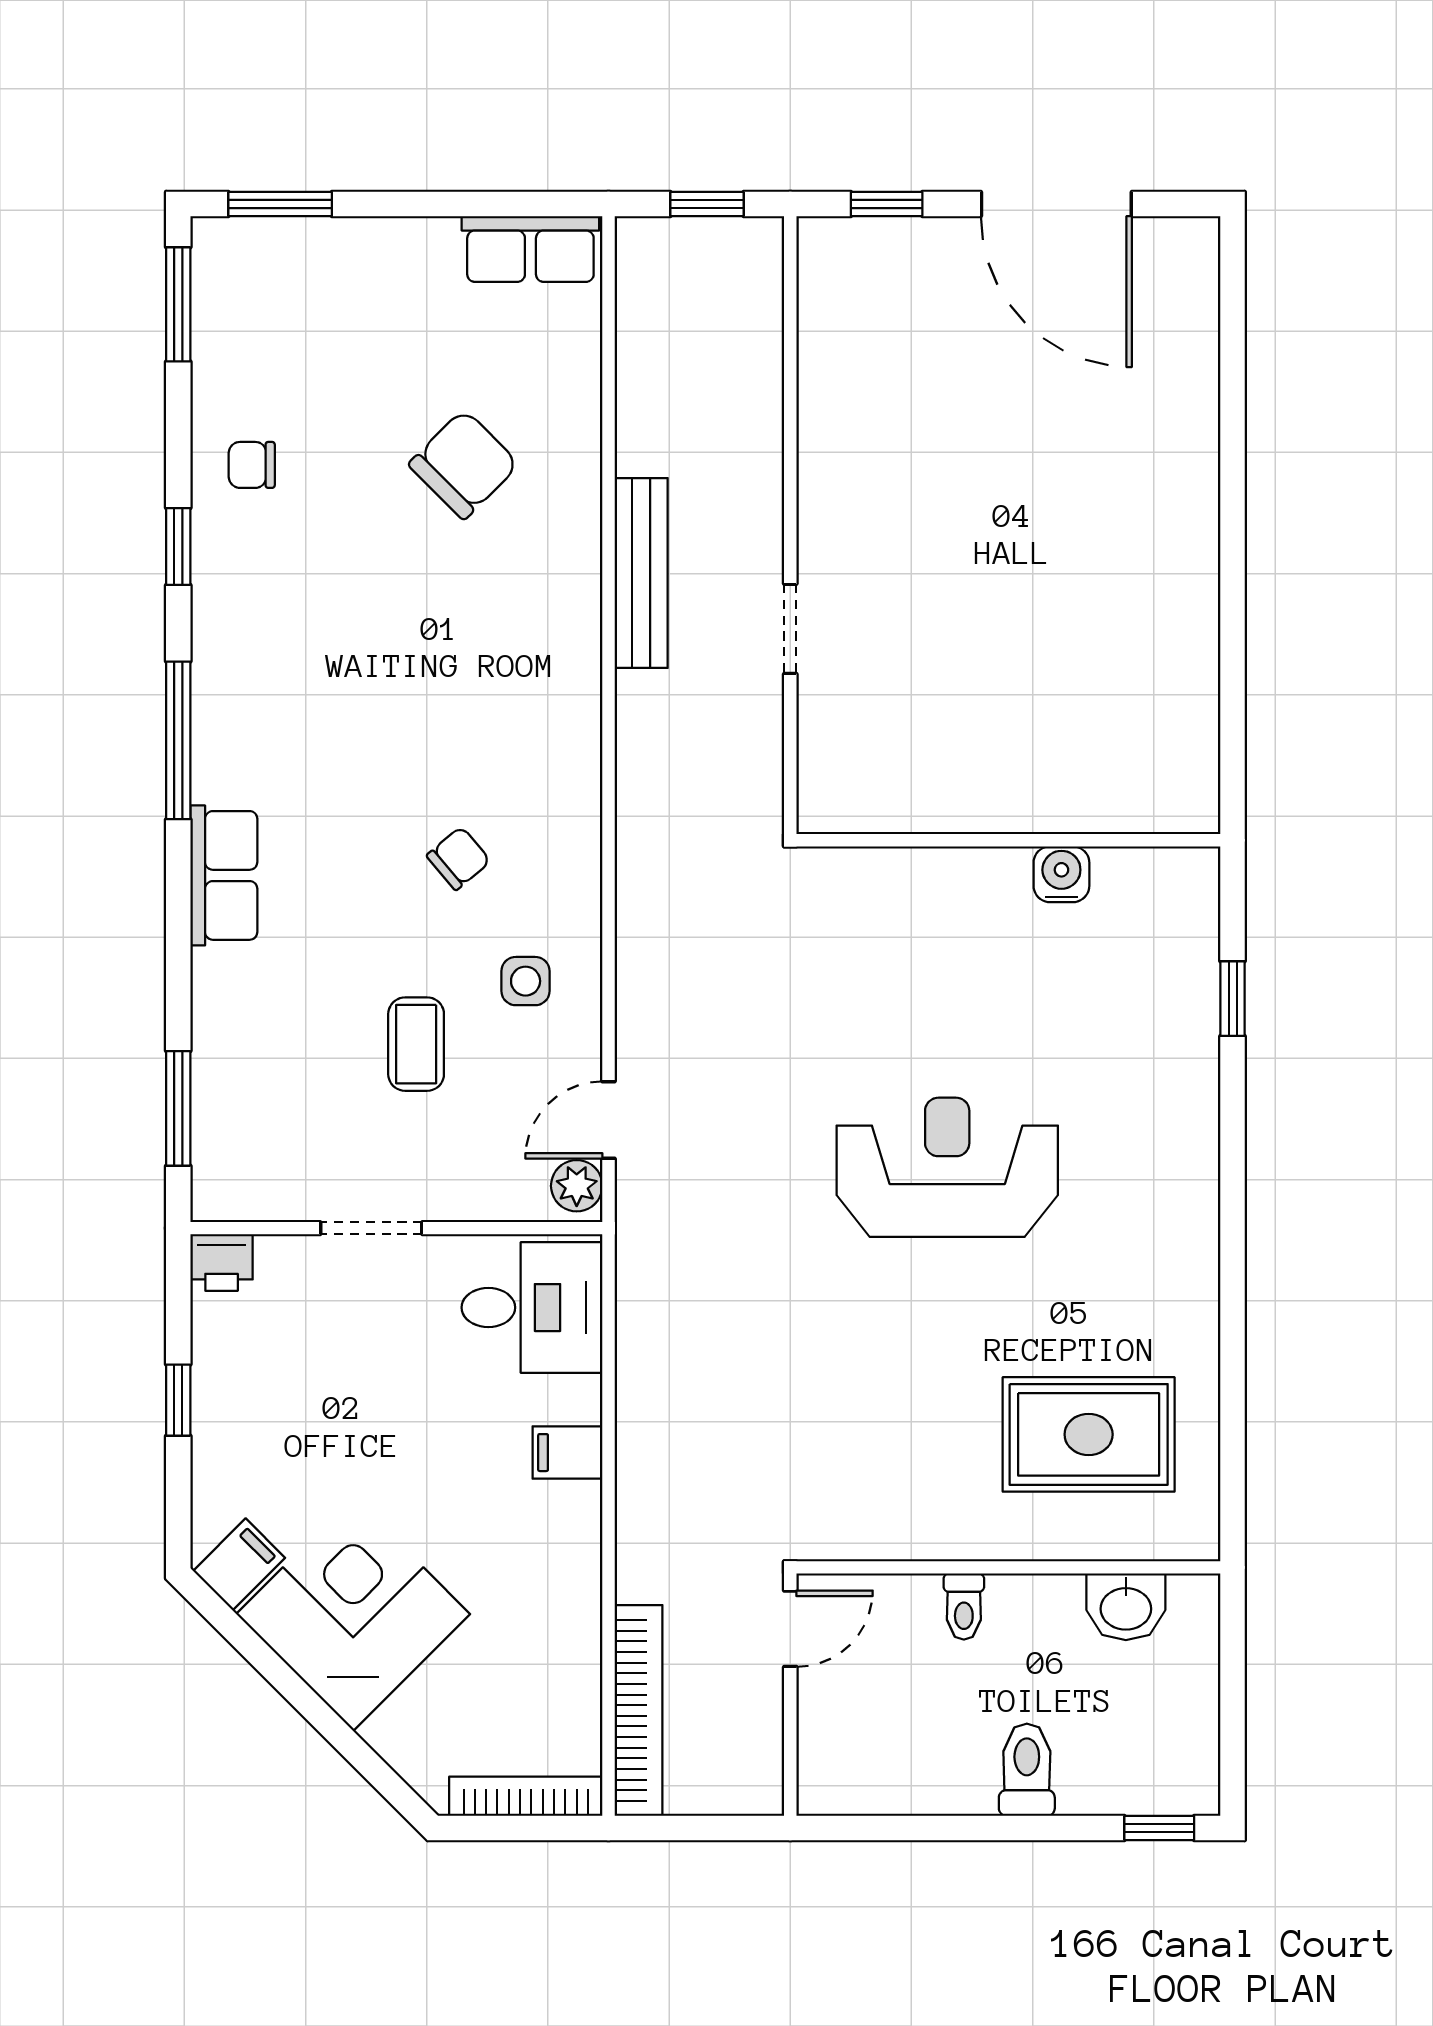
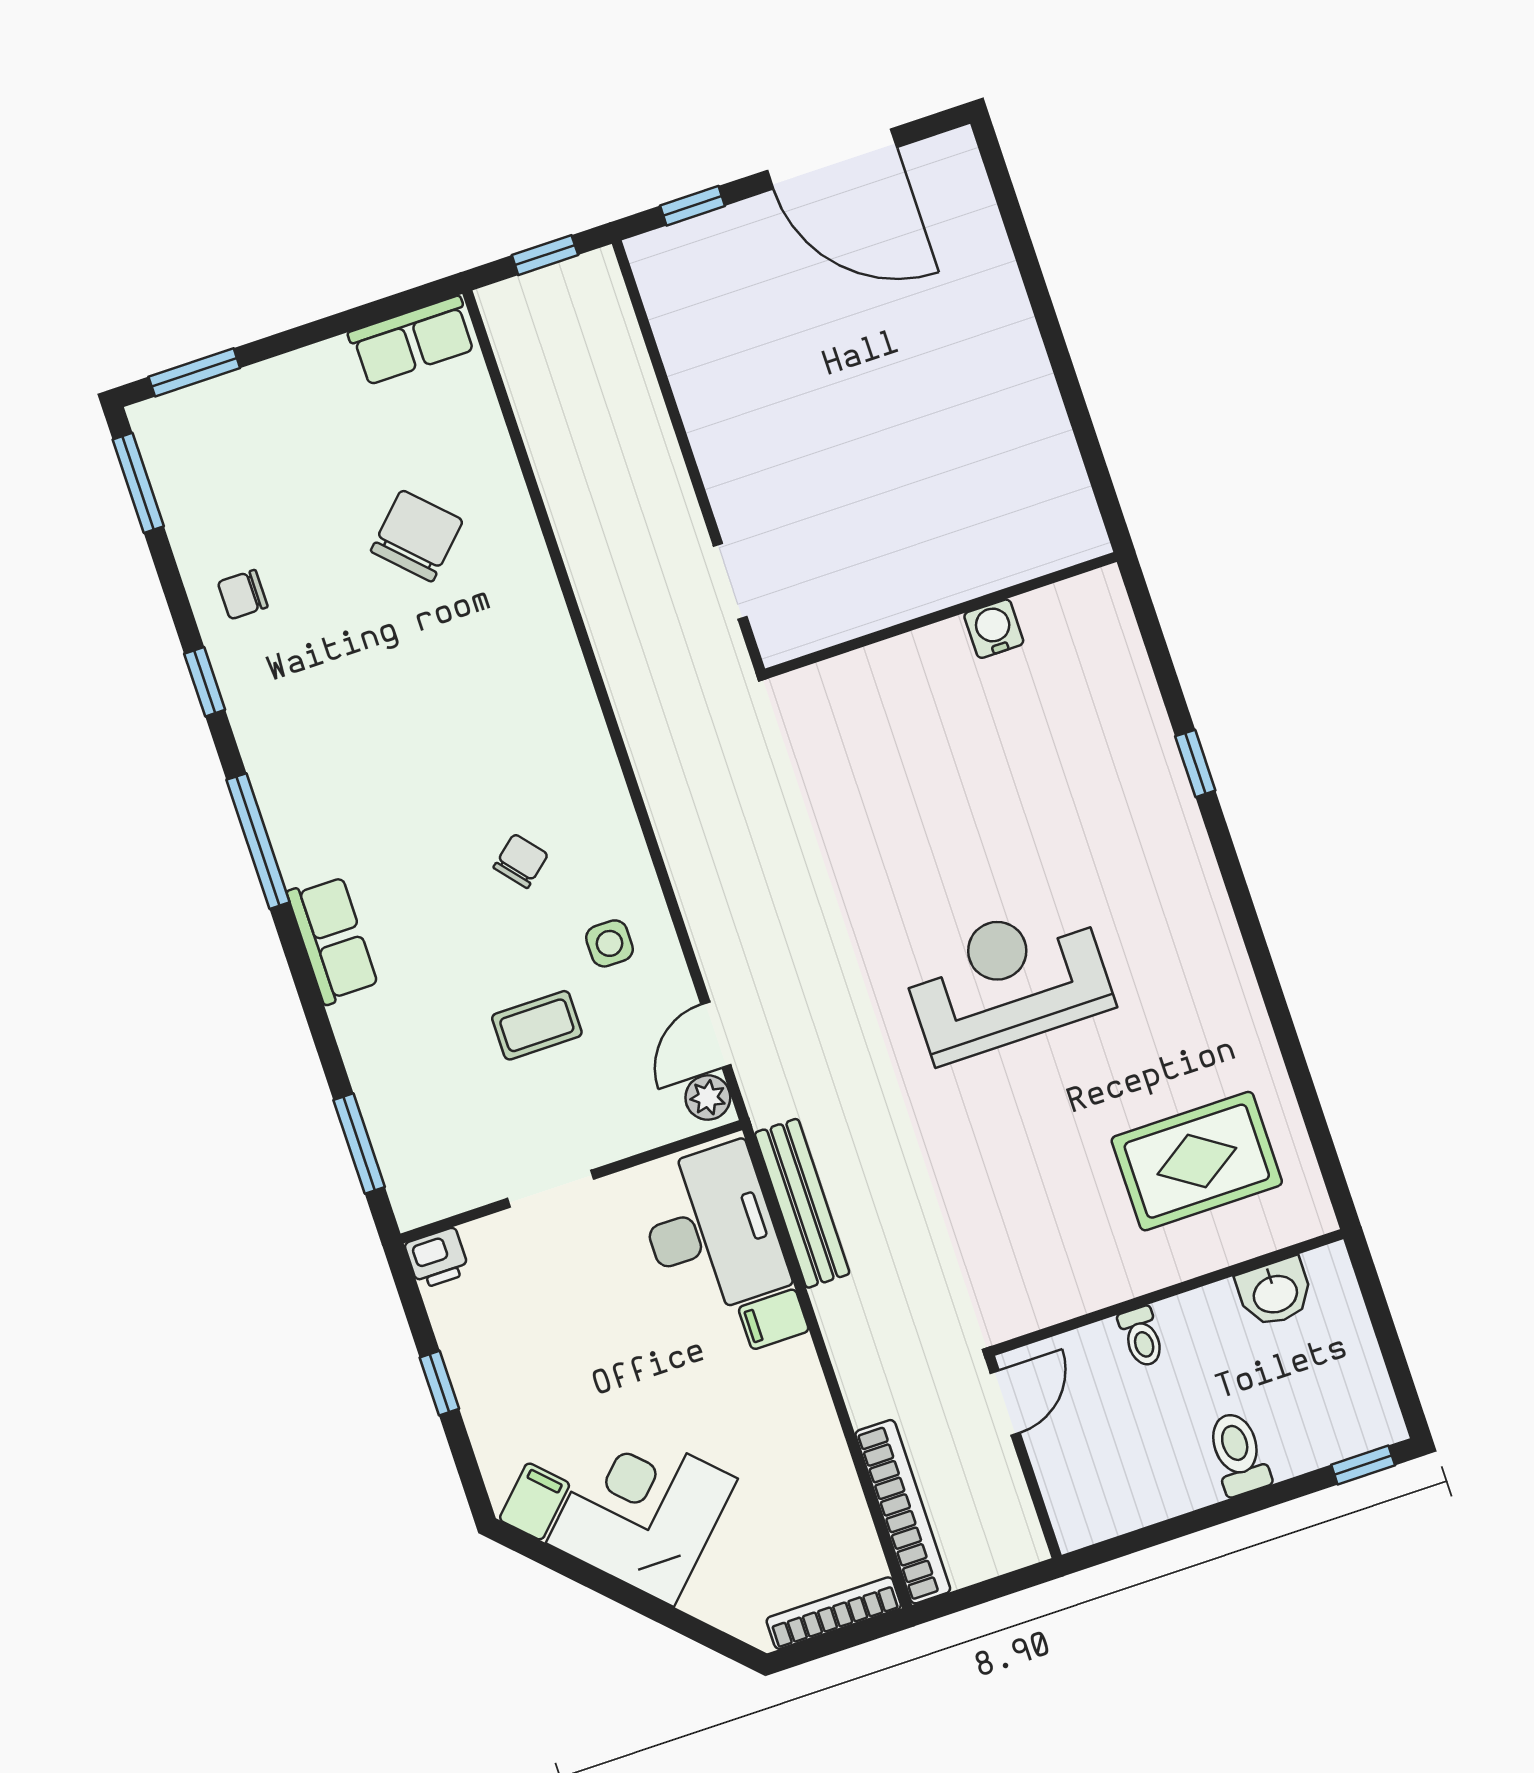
bench: (641, 573) -> (802, 1203), moved
wall: (1008, 840) -> (941, 615), moved
water cooler: (1061, 874) -> (994, 629), moved
coffee table: (416, 1044) -> (537, 1025), turned 90
desk: (532, 1308) -> (711, 1230), width x1.37

